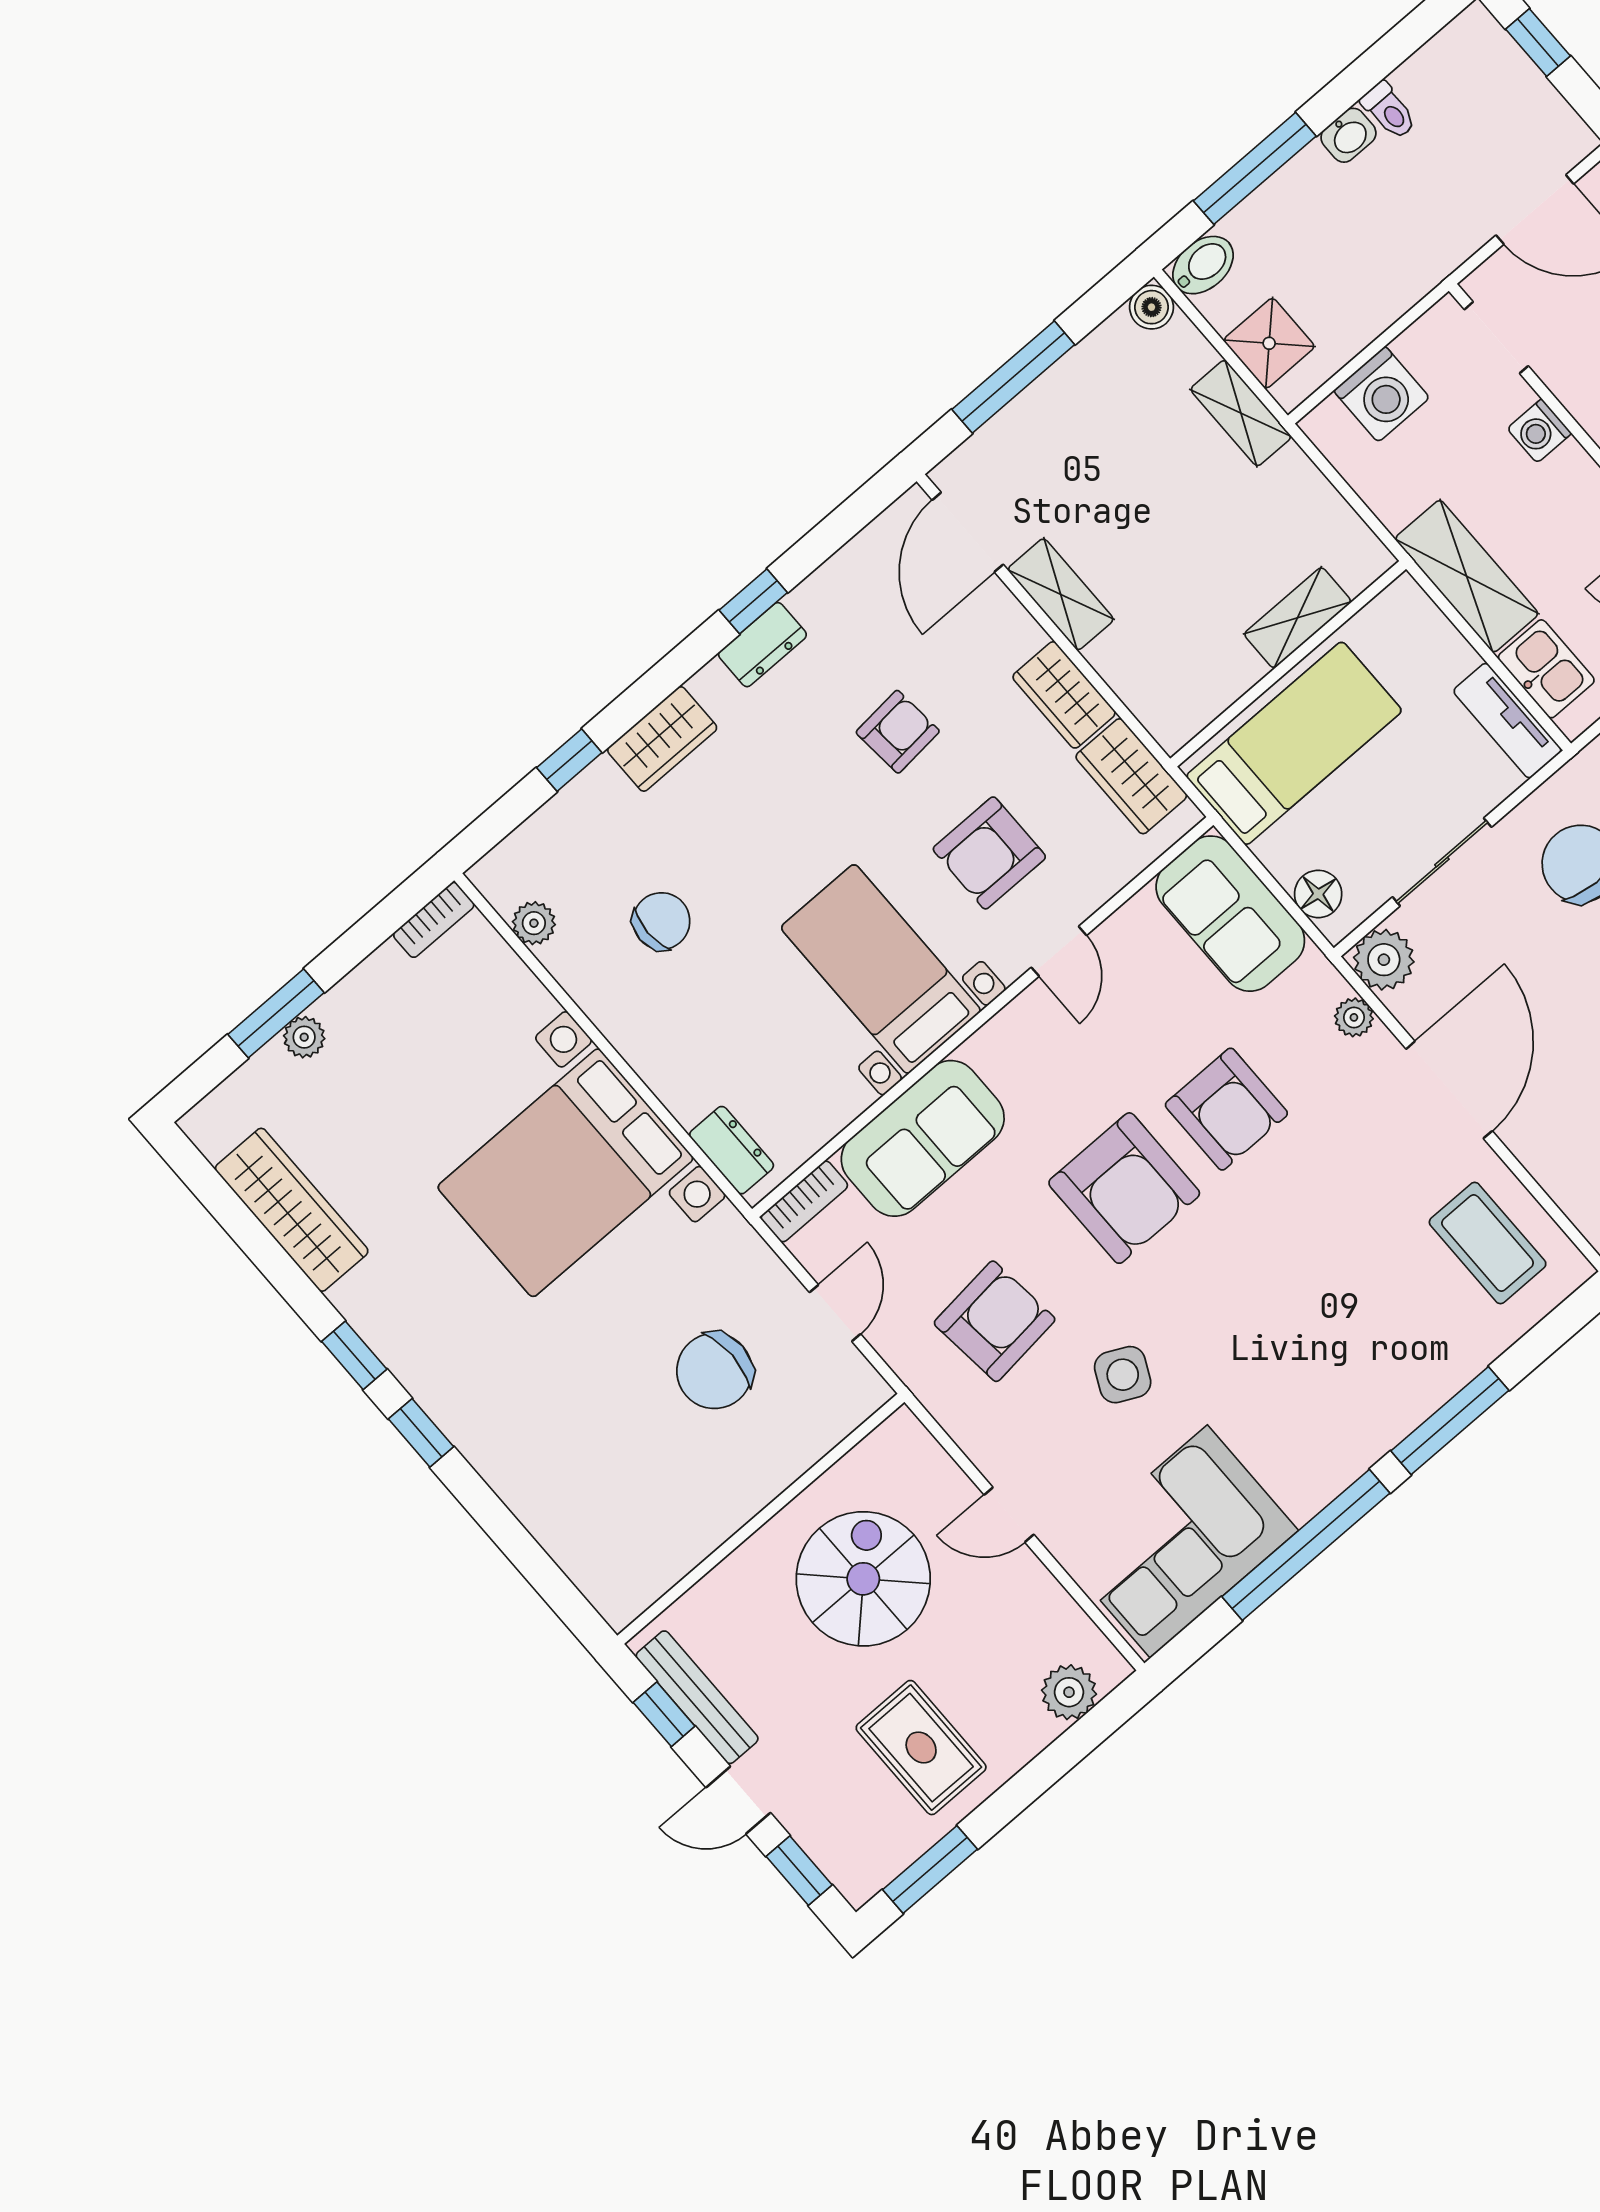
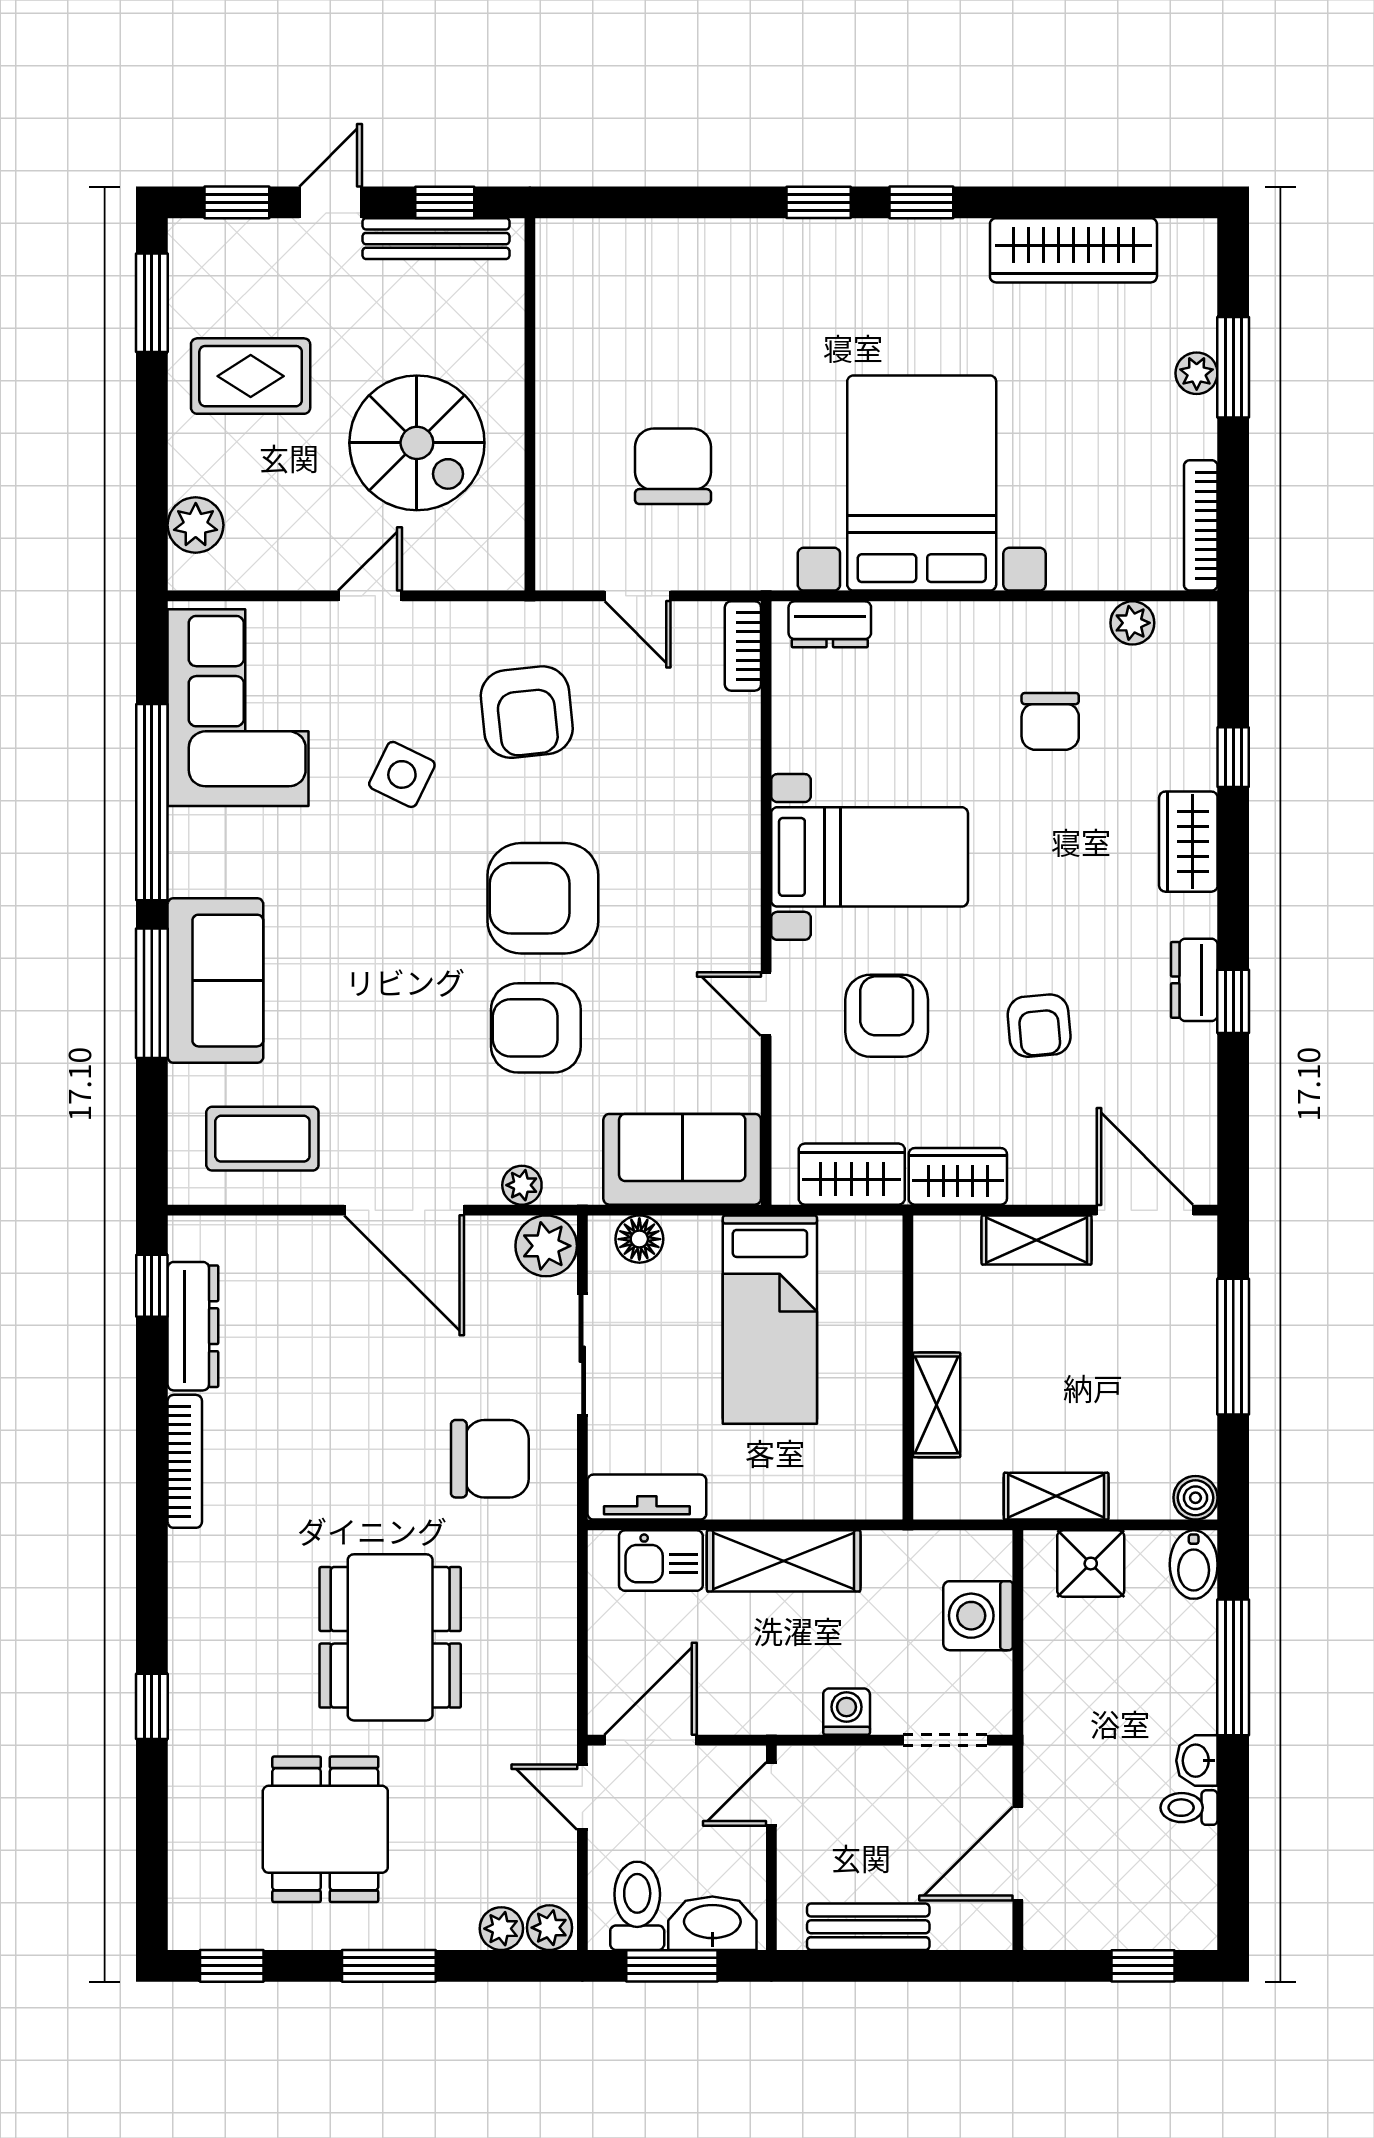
shelving: (1298, 618) -> (937, 1405), moved
wall: (1288, 664) -> (908, 1367), moved
bookcase: (434, 920) -> (1201, 525), width x1.56
sofa: (923, 1138) -> (215, 981), moved, turned 180

